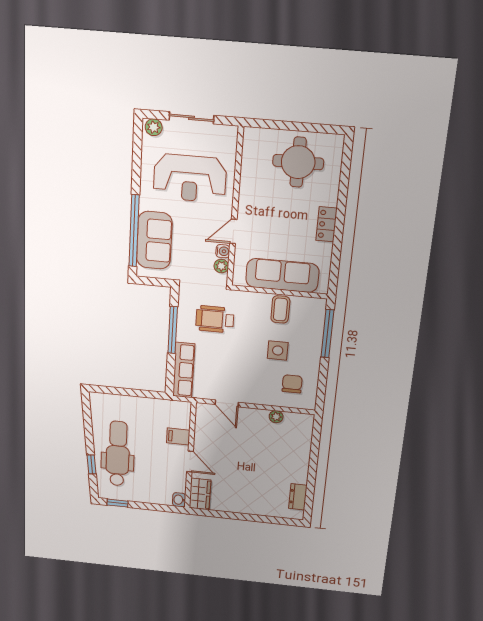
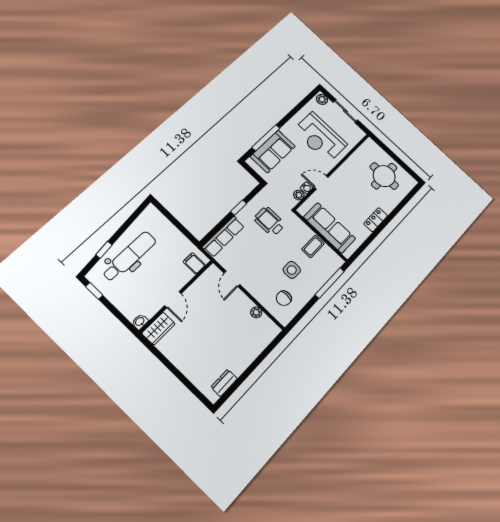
window: (134, 231) -> (266, 138), width x0.68
window: (173, 330) -> (239, 208), width x0.46
chair: (292, 384) -> (284, 298), turned 180
filing cabinet: (178, 436) -> (194, 263), moved

